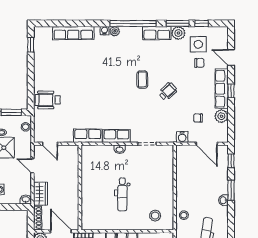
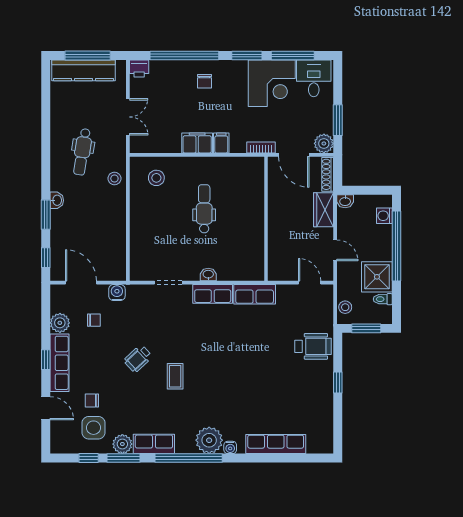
plant: (115, 31) -> (209, 440), width x1.88, depth x1.88
window: (31, 45) -> (338, 382), moved

